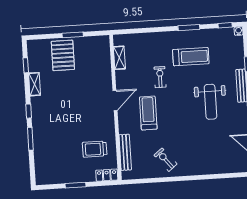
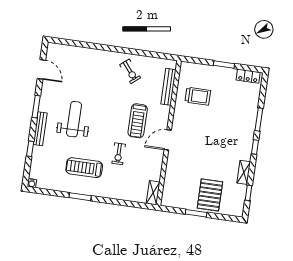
window: (225, 25) -> (44, 192), removed
shelving: (119, 58) -> (153, 193), moved
locker: (107, 175) -> (248, 76), moved

